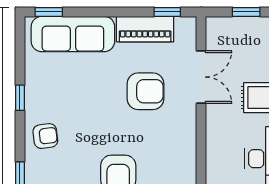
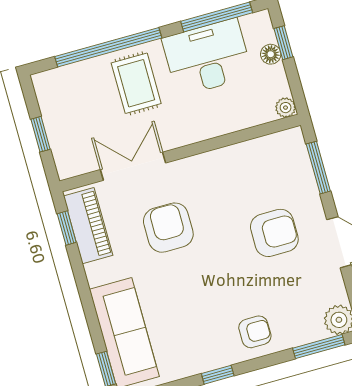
piano: (145, 29) -> (88, 226), moved
armchair: (45, 136) -> (255, 332), turned 97

